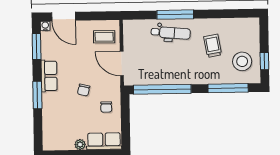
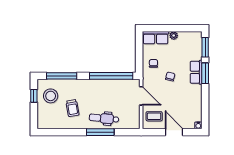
door: (64, 17) -> (174, 132), moved
window: (37, 46) -> (205, 47), moved
row of seats: (49, 76) -> (196, 72), moved

